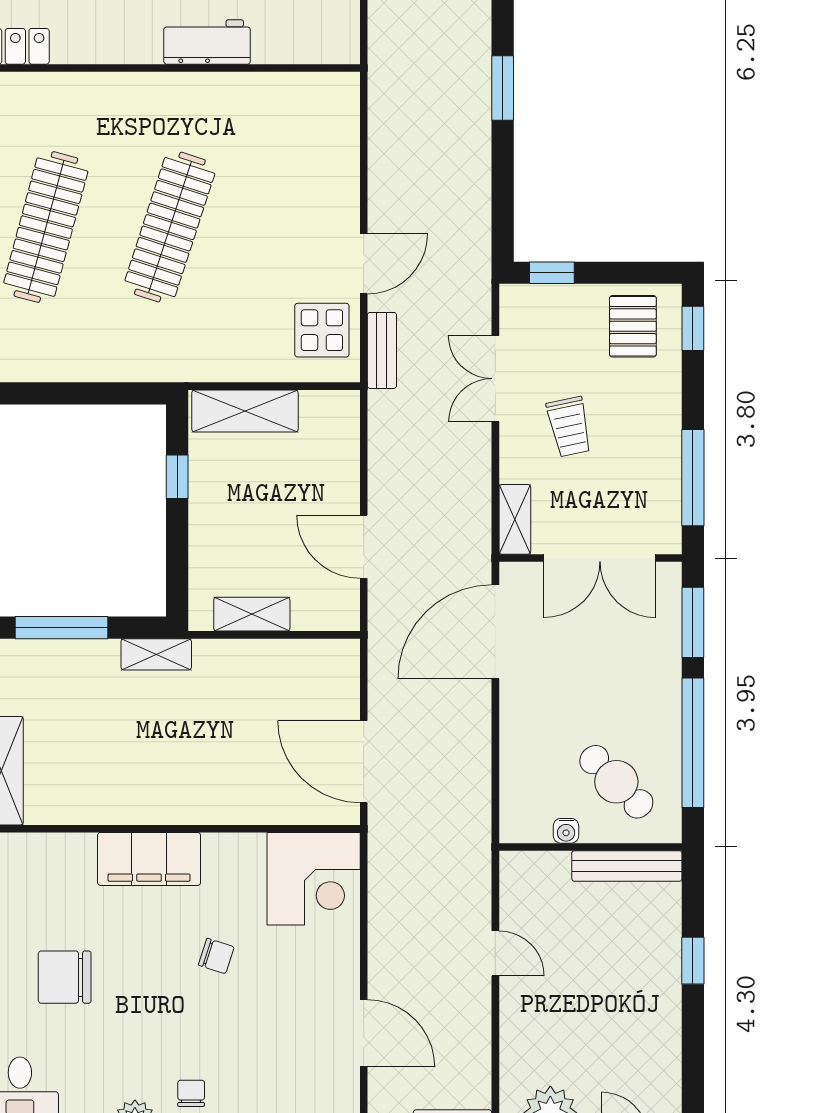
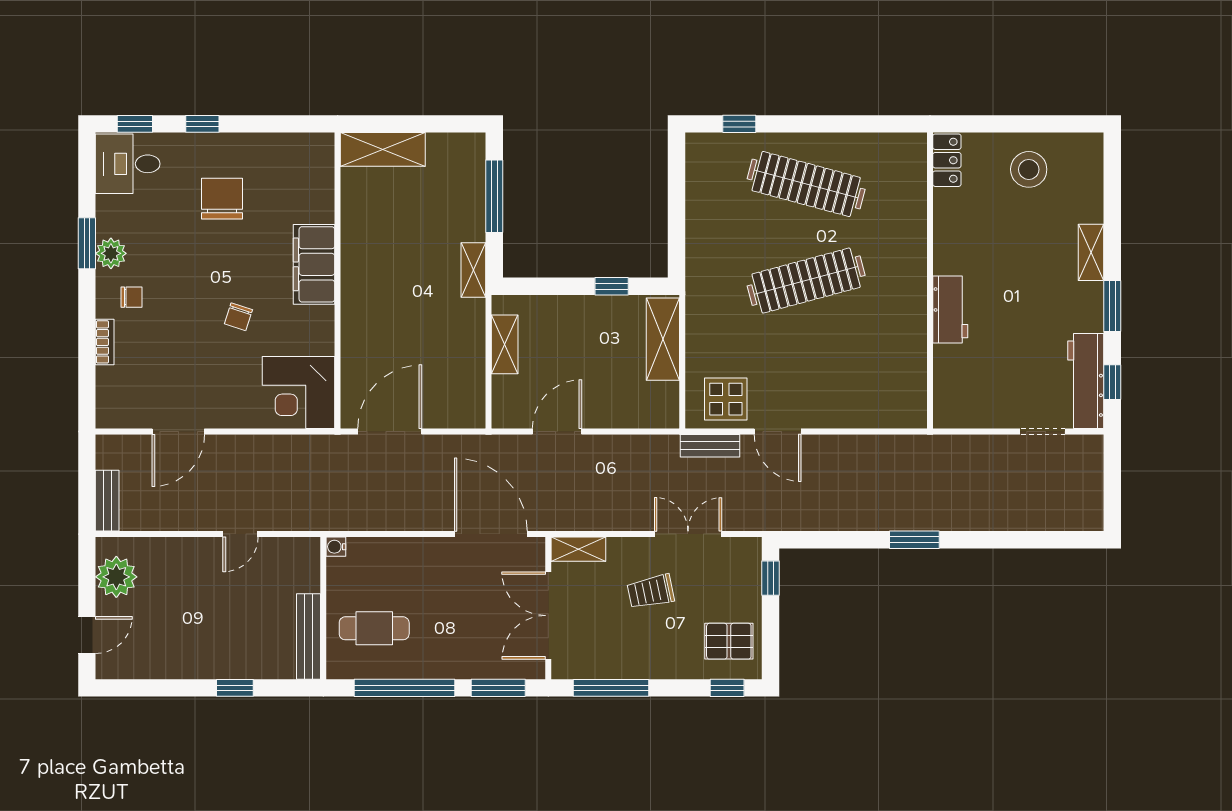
clothes rail: (170, 227) -> (806, 281), turned -33
cafe table: (616, 782) -> (374, 628), turned 45
water cooler: (566, 831) -> (336, 547), moved

